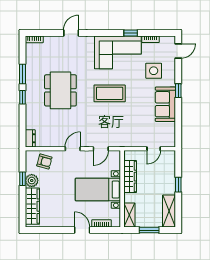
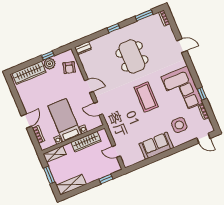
window: (22, 74) -> (144, 15), moved
dining table: (60, 90) -> (132, 56), turned 90
window: (178, 91) -> (171, 152), removed
window: (178, 185) -> (106, 179), moved

